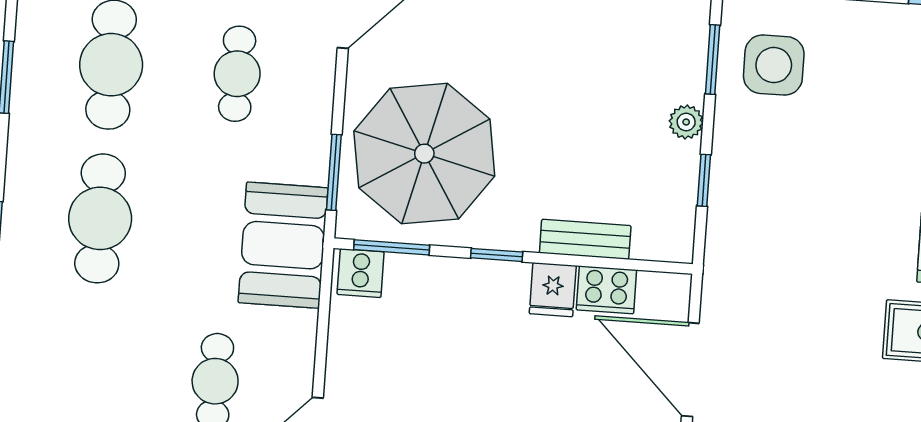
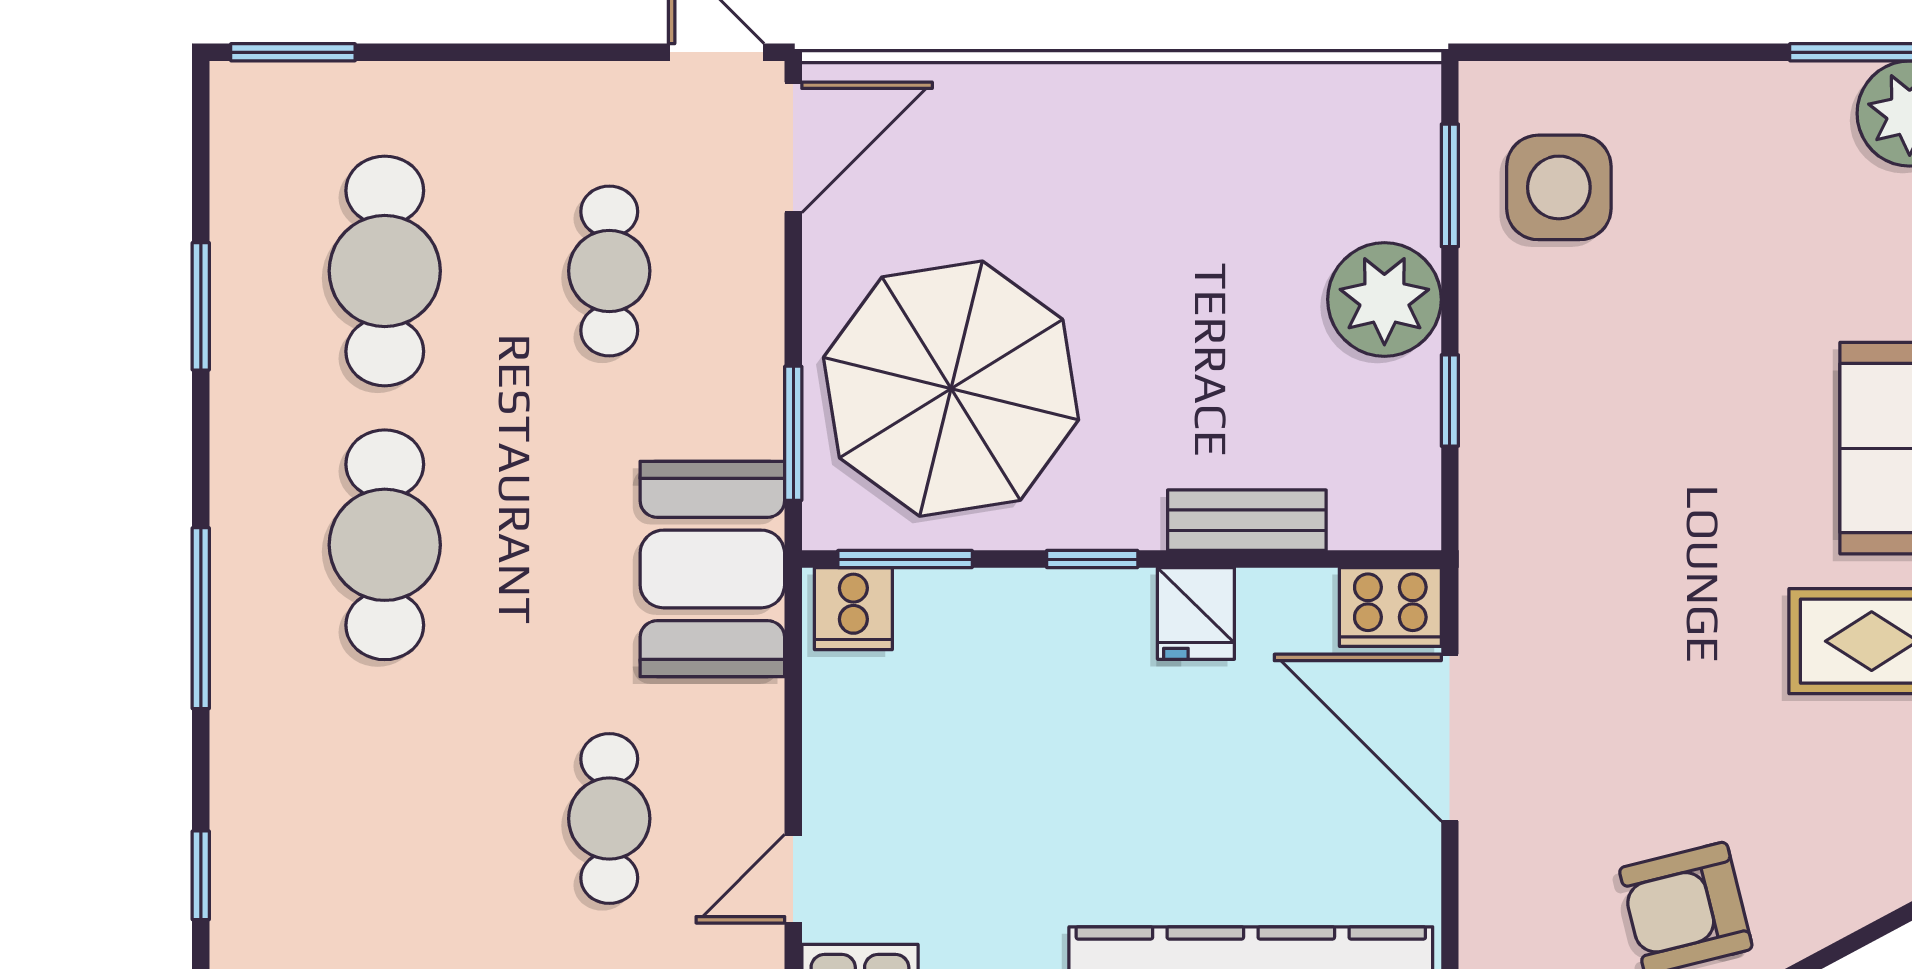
plant: (686, 122) -> (1384, 299), width x1.87, depth x1.87
cooker: (606, 290) -> (1390, 607), moved

